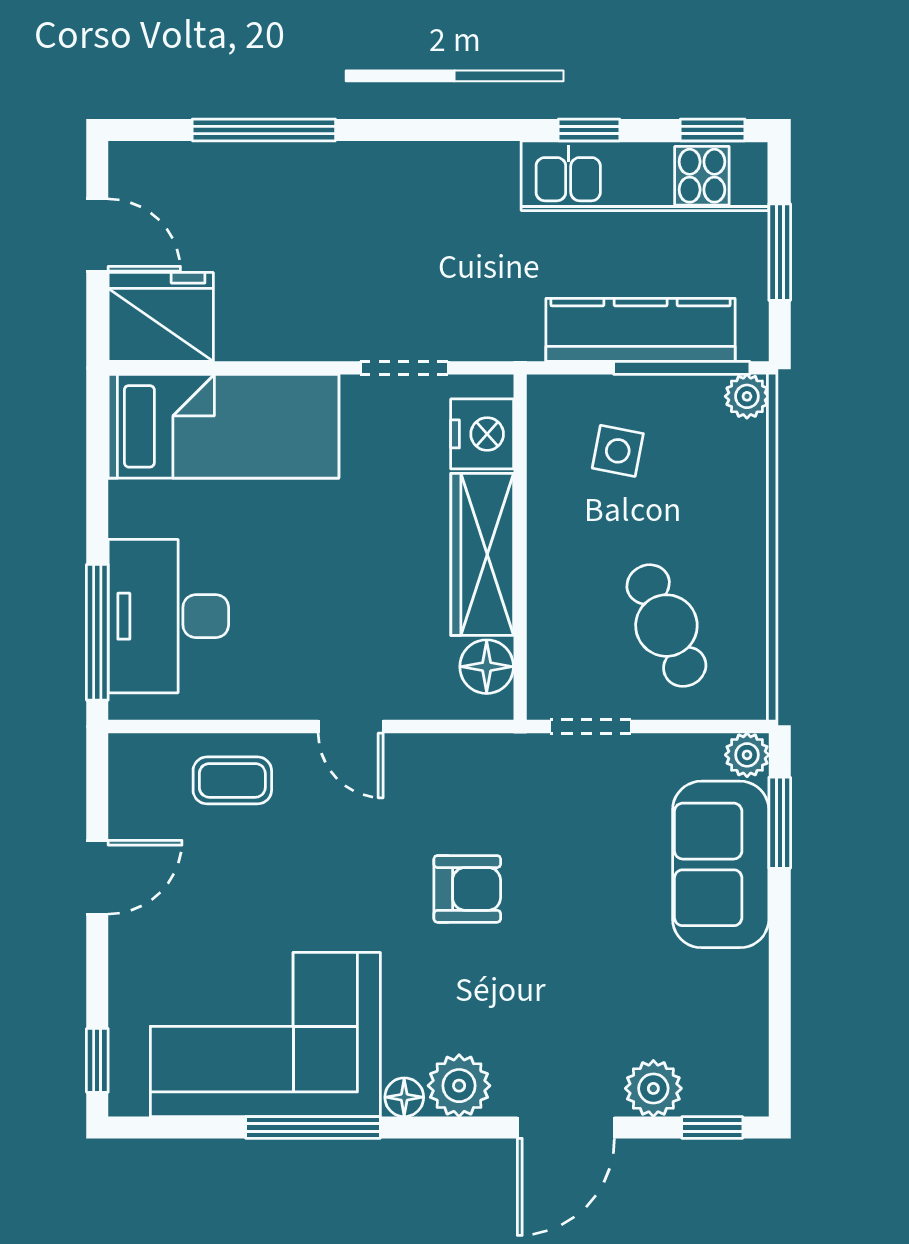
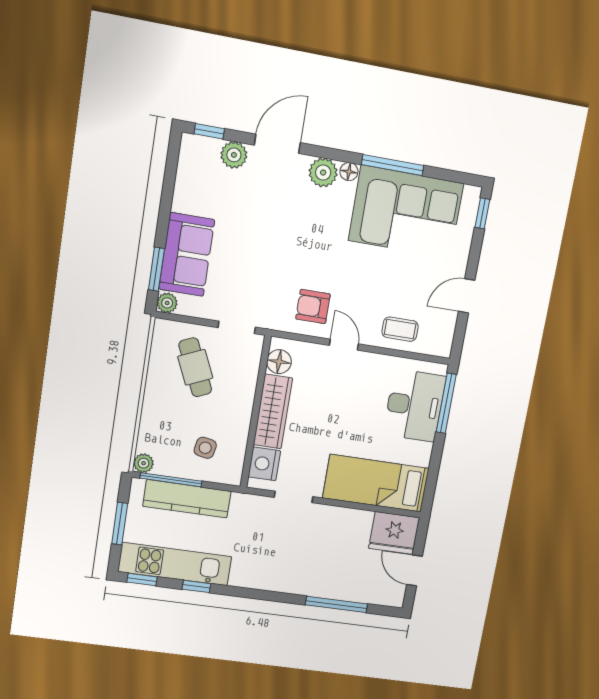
armchair: (467, 889) -> (313, 307), moved

